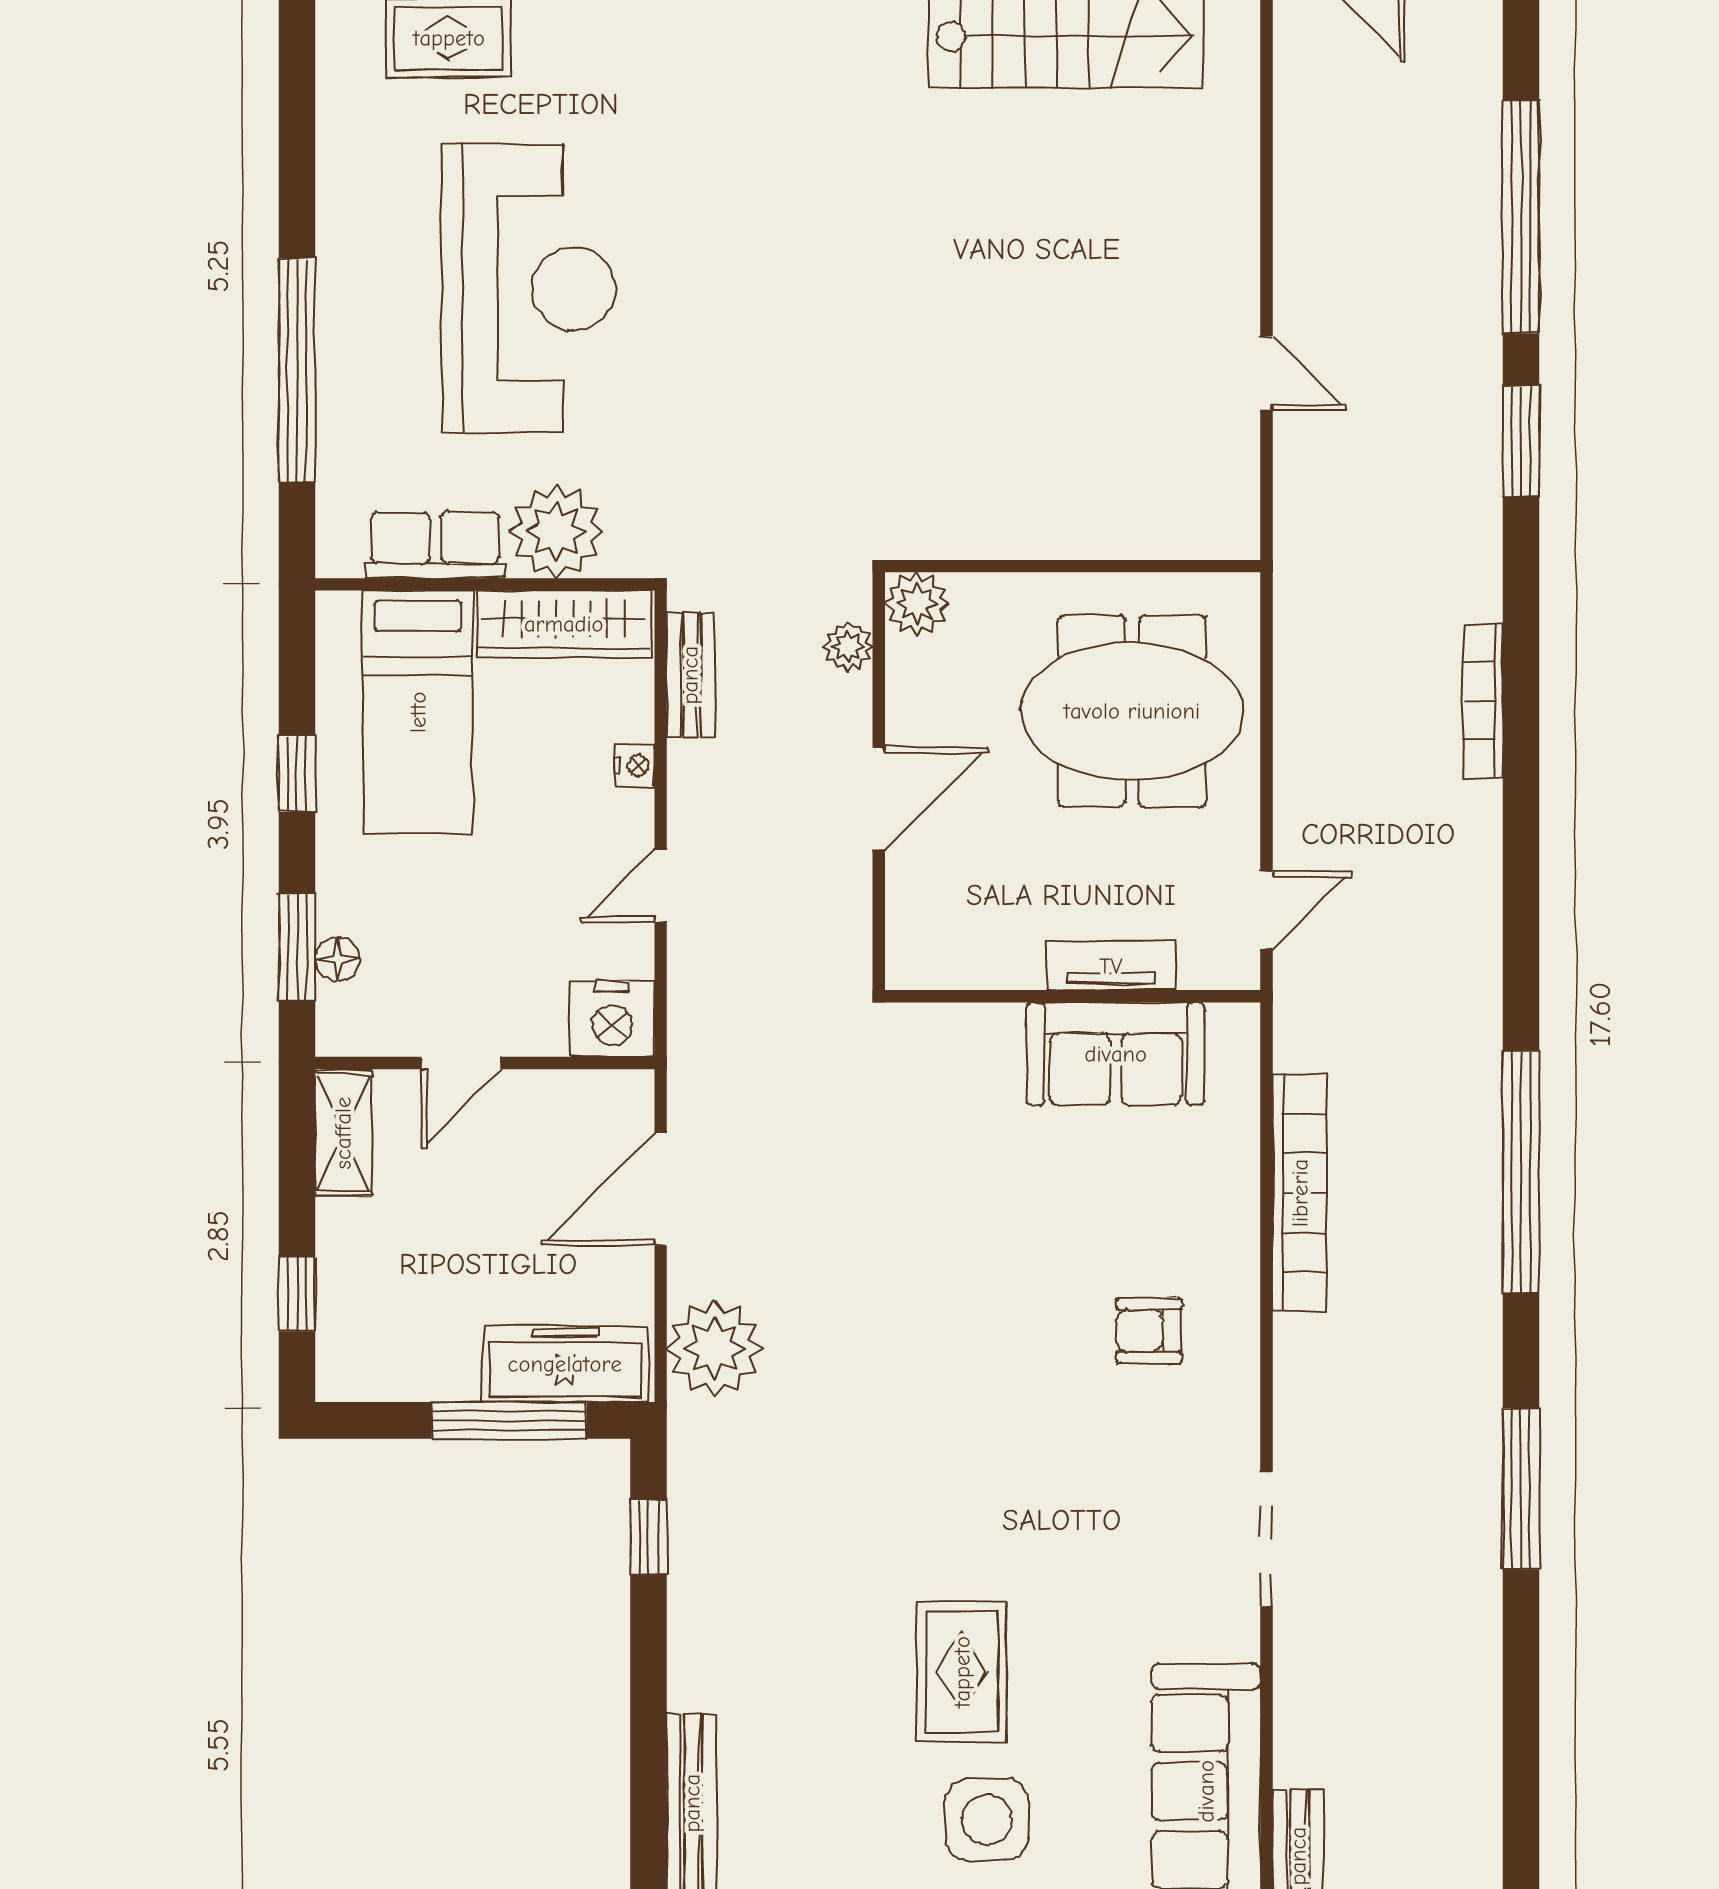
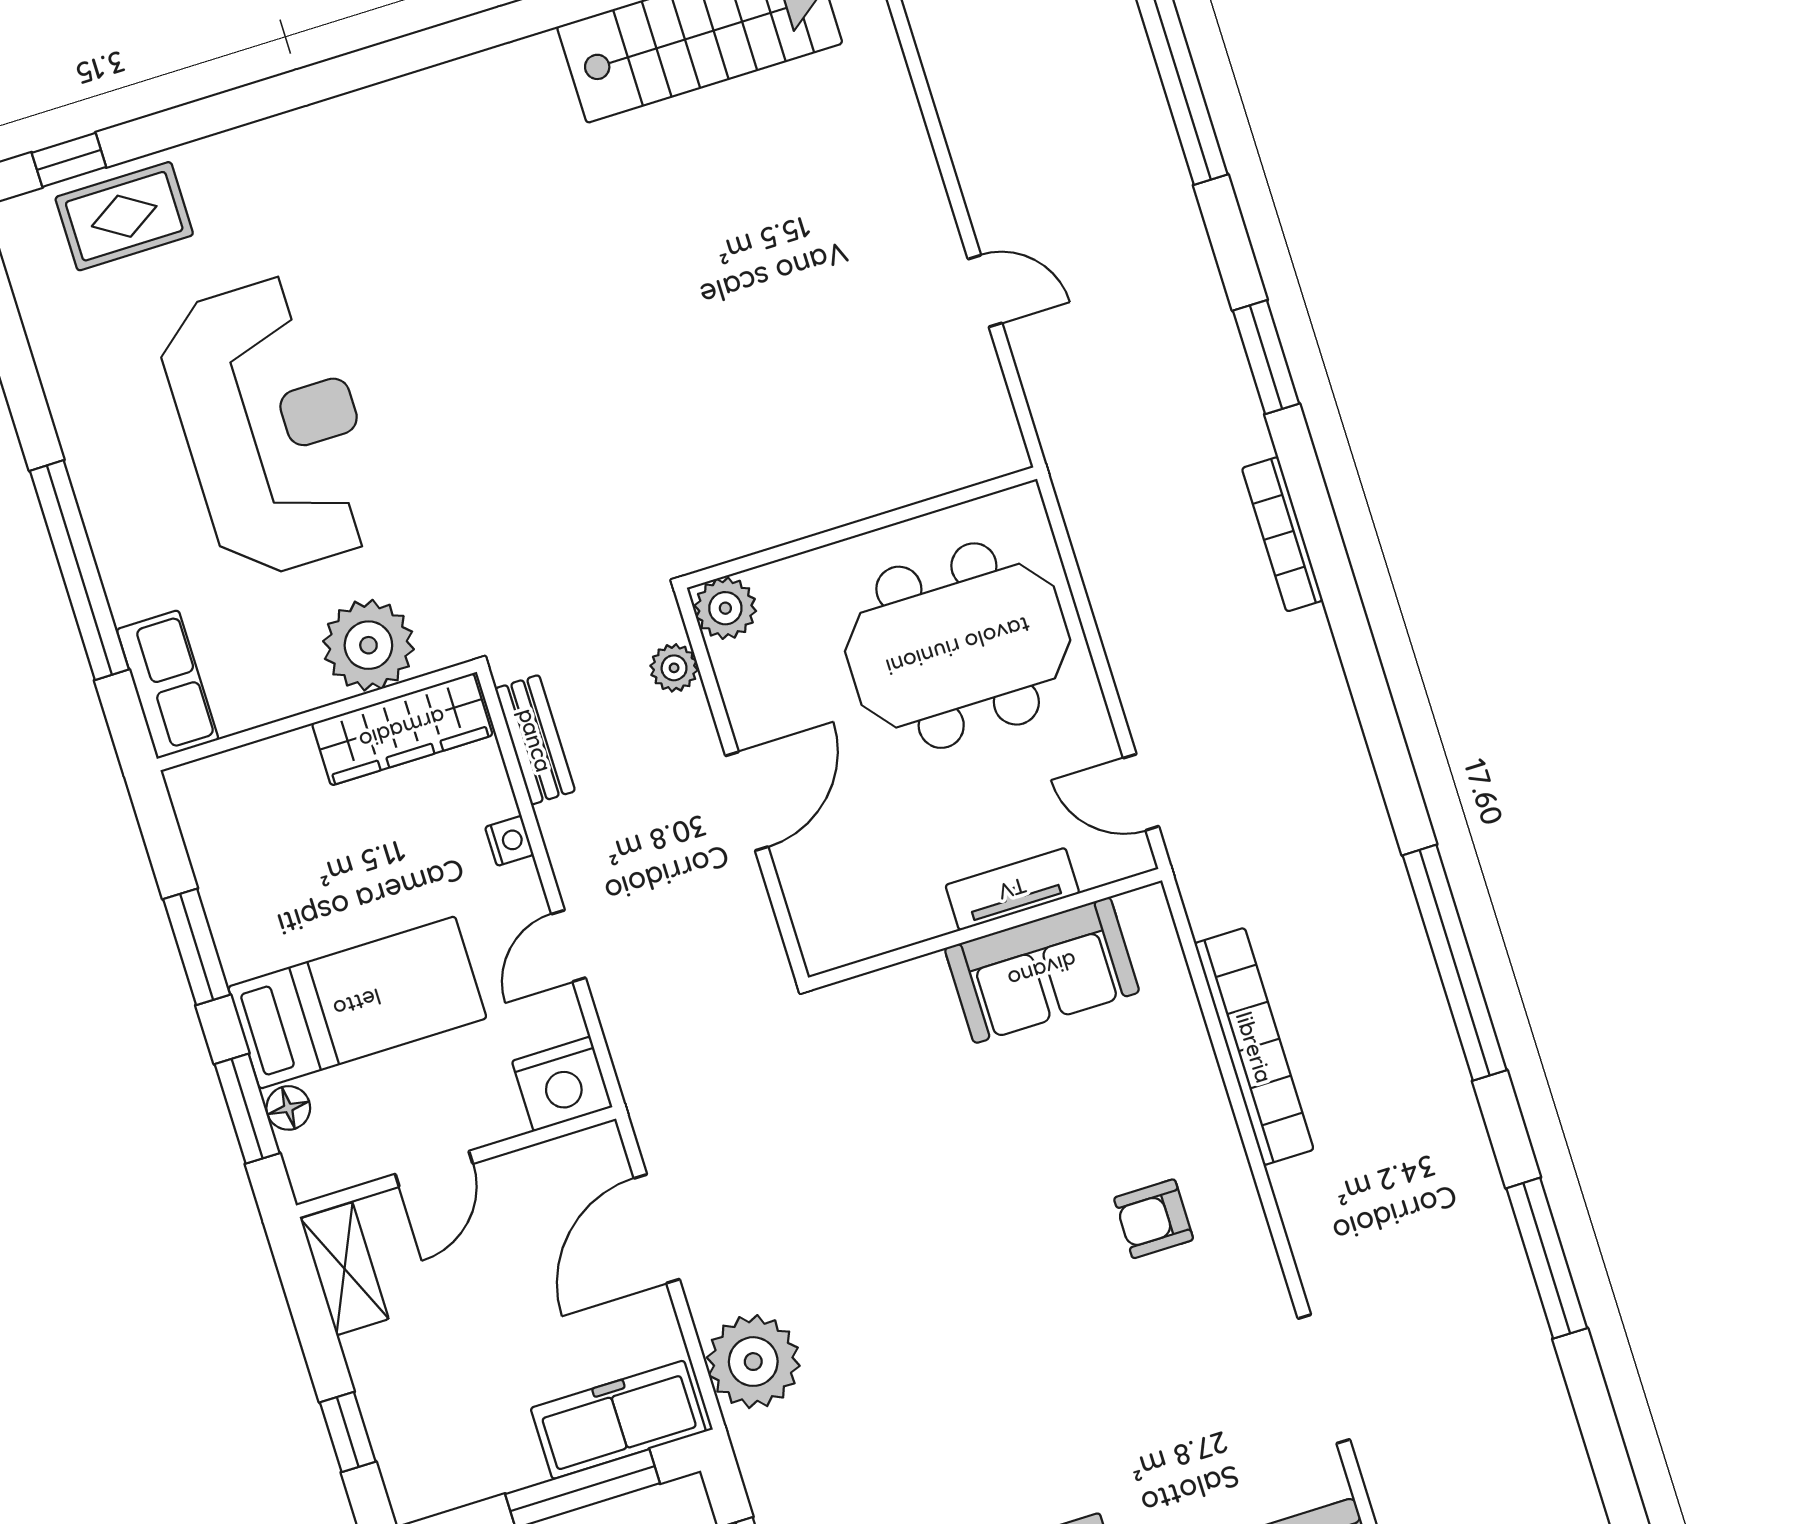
window: (1521, 441) -> (1266, 357), moved
row of seats: (435, 545) -> (168, 684), moved, turned 90
bed: (418, 712) -> (357, 1003), moved, turned -90
window: (297, 774) -> (197, 947), width x1.50
door: (1266, 910) -> (1141, 792), swing flipped

